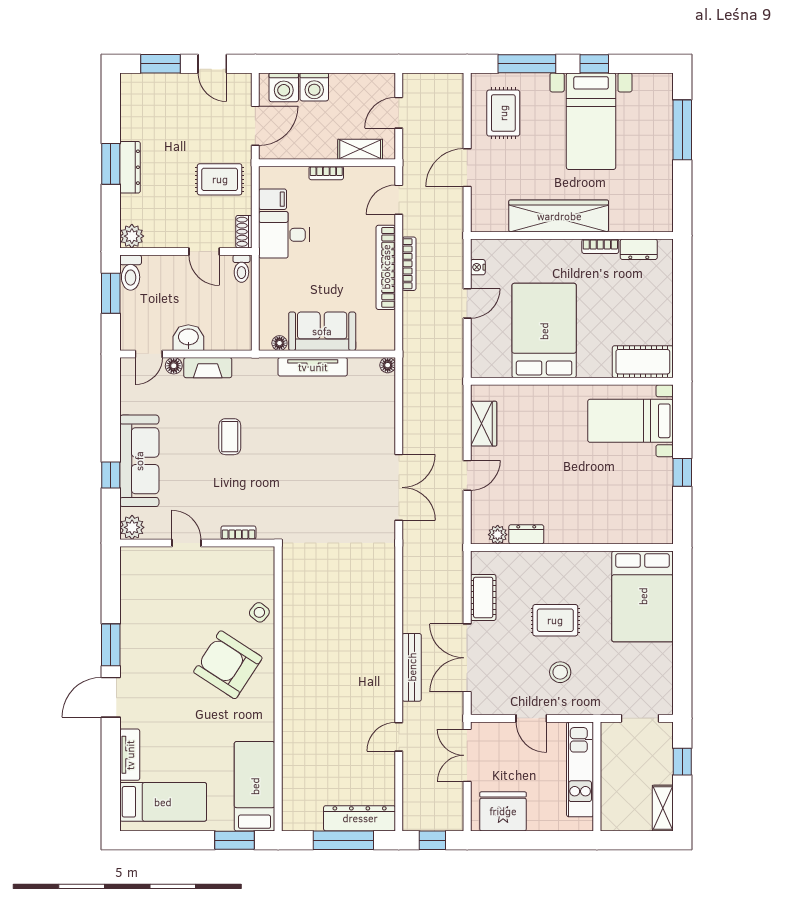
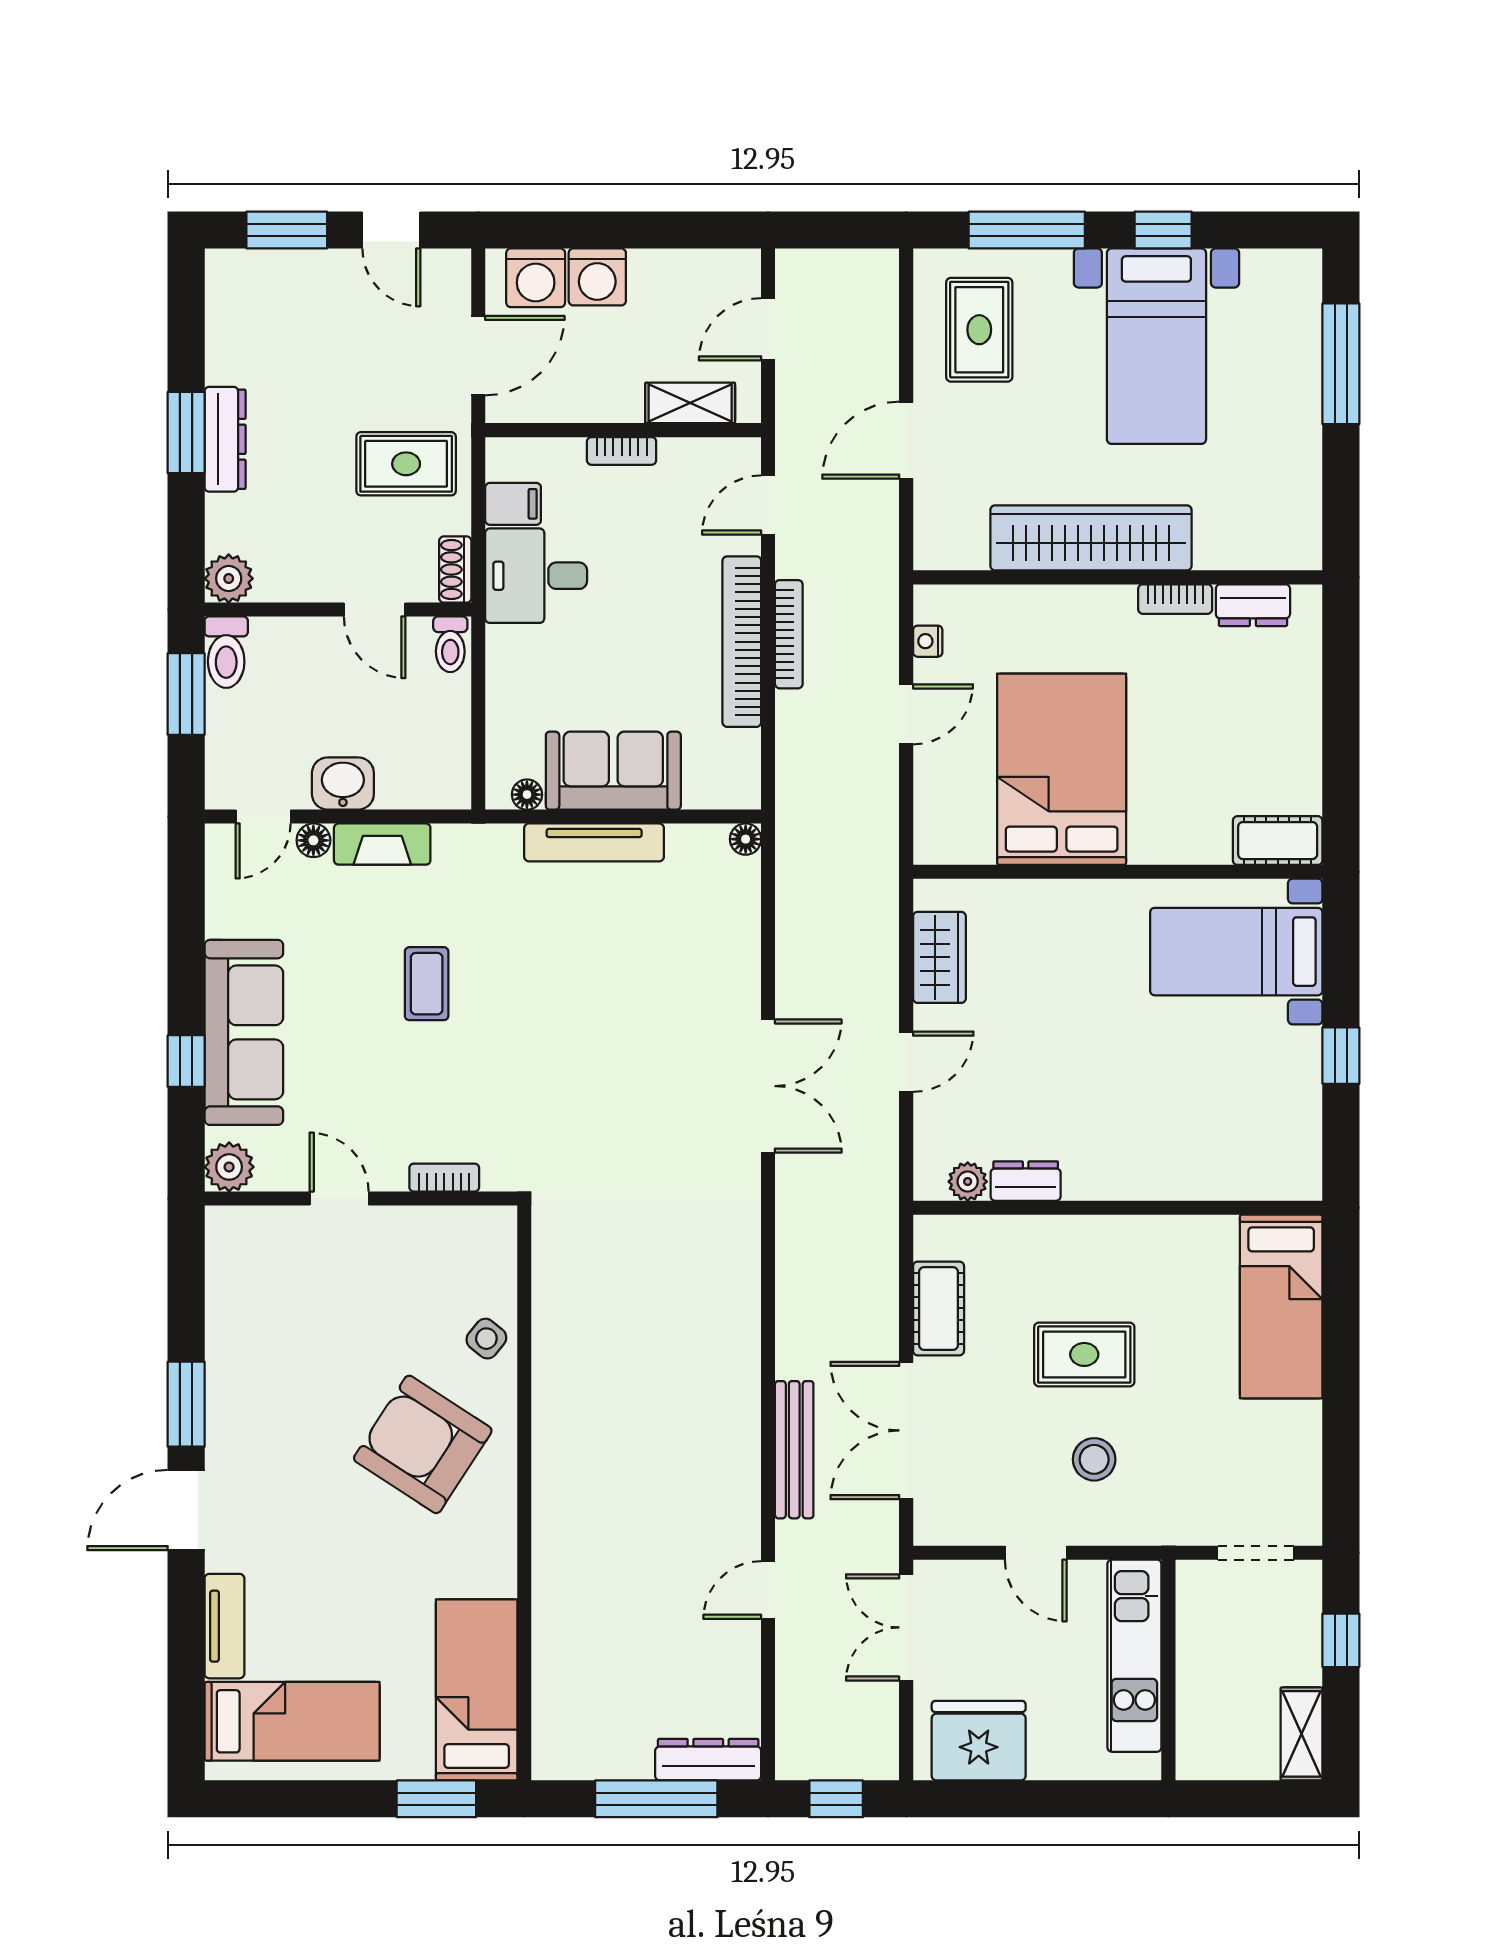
cot: (643, 362) -> (1278, 841), width x0.73, depth x0.75
bed: (643, 596) -> (1281, 1306), width x0.67
dresser: (360, 818) -> (708, 1760), width x0.73, depth x0.80

